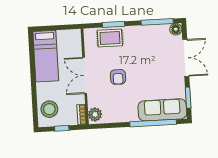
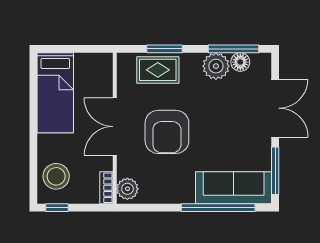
floor lamp: (176, 29) -> (240, 62), moved
plant: (147, 33) -> (216, 66), added
armchair: (118, 77) -> (167, 132), width x1.88, depth x1.88
window: (188, 98) -> (275, 171), width x1.44
window: (62, 128) -> (57, 208), moved

